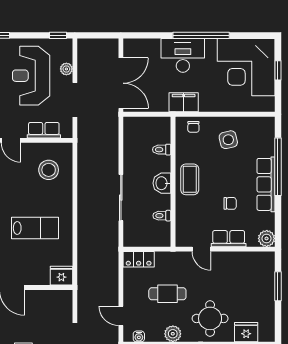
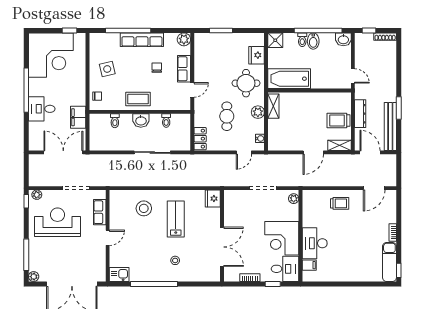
desk: (183, 55) -> (42, 109), width x0.73
plant: (66, 69) -> (37, 195), moved
window: (278, 70) -> (69, 30), moved
reception desk: (31, 76) -> (57, 222), turned 180
filing cabinet: (184, 102) -> (78, 117), moved
stool: (49, 170) -> (144, 208), moved

